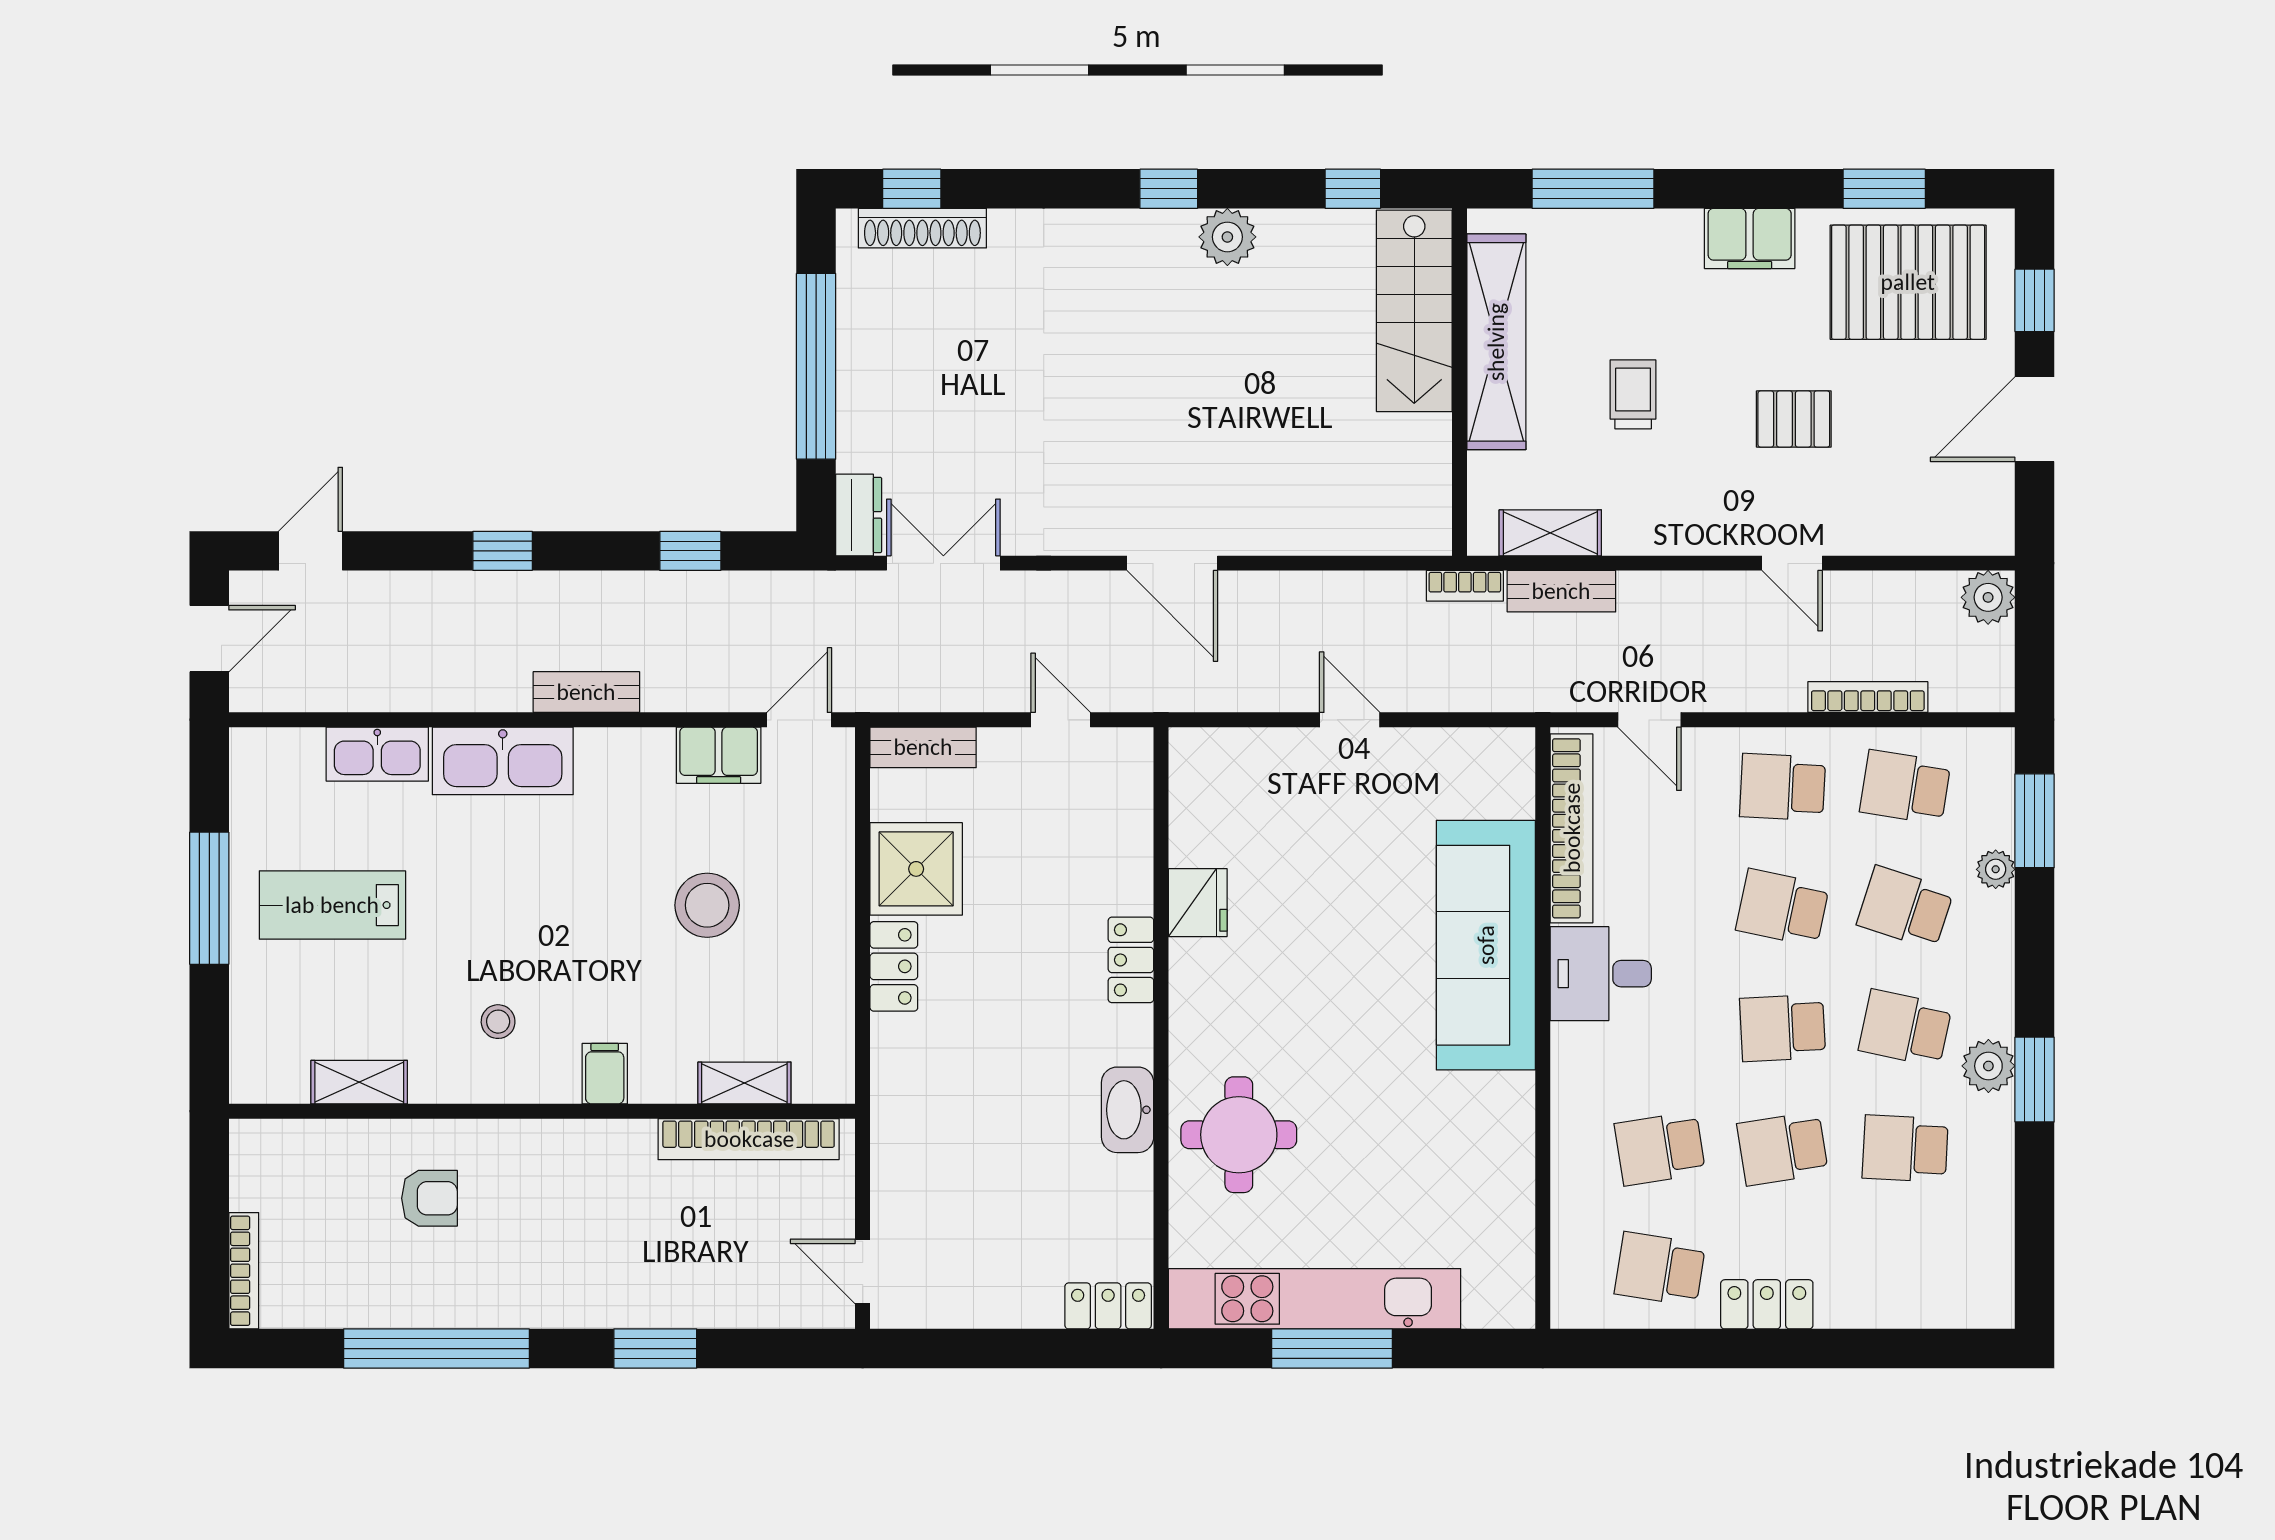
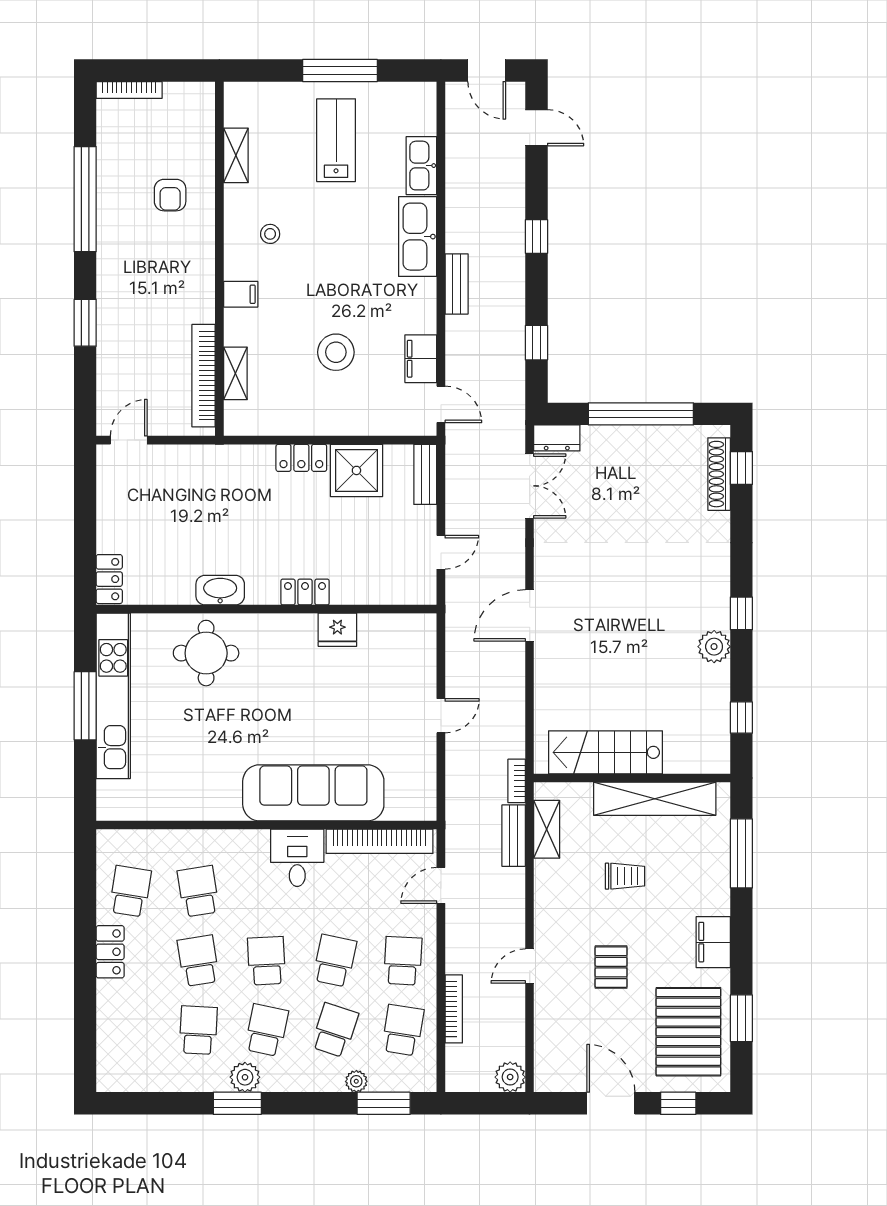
stairs: (1414, 311) -> (605, 752), moved

